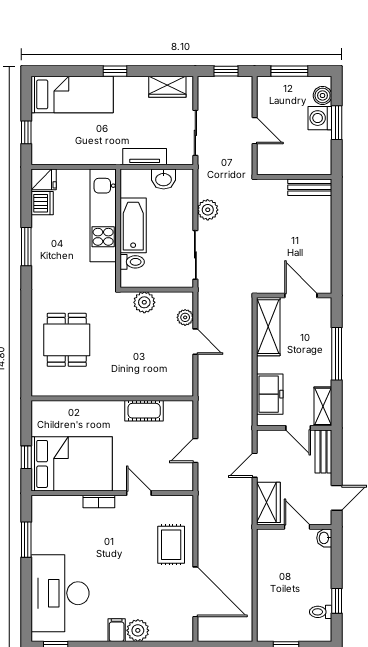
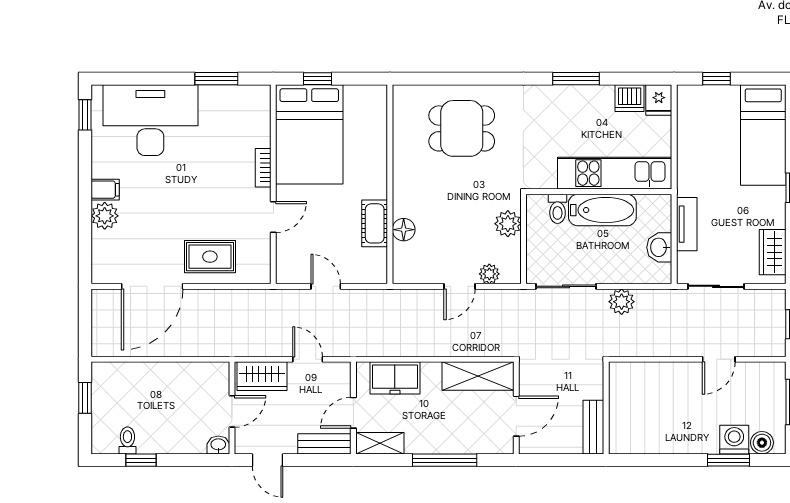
wall: (294, 177) -> (606, 408), moved
bench: (310, 187) -> (593, 427), moved
floor lamp: (149, 387) -> (404, 230), added

